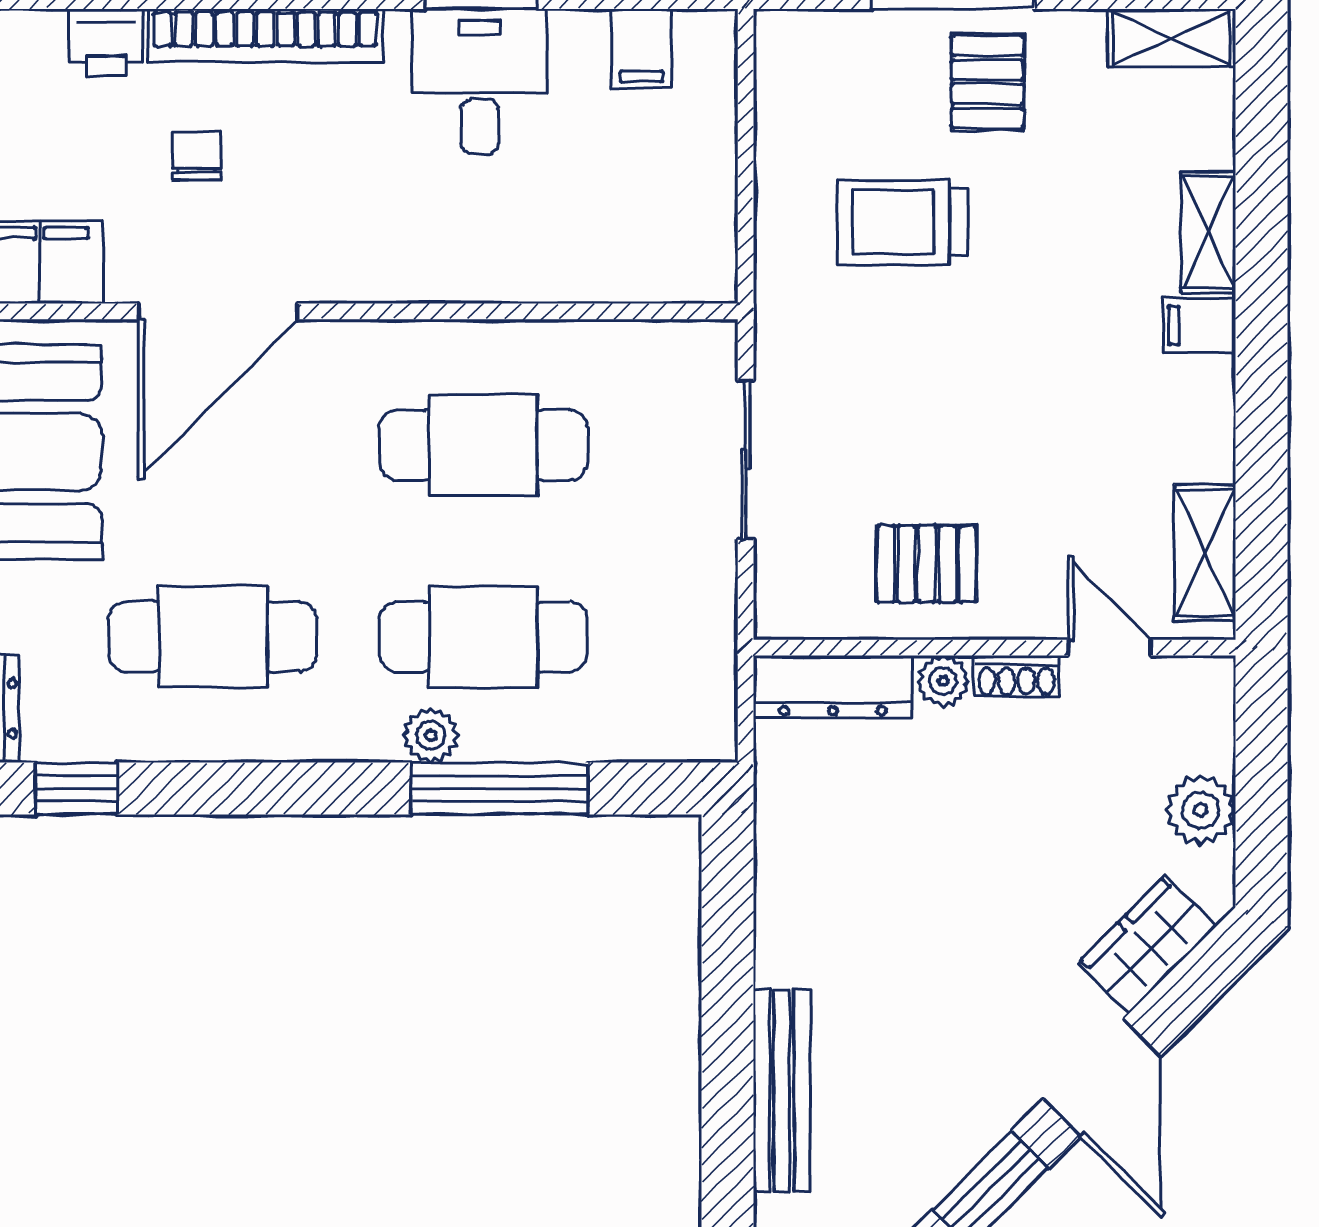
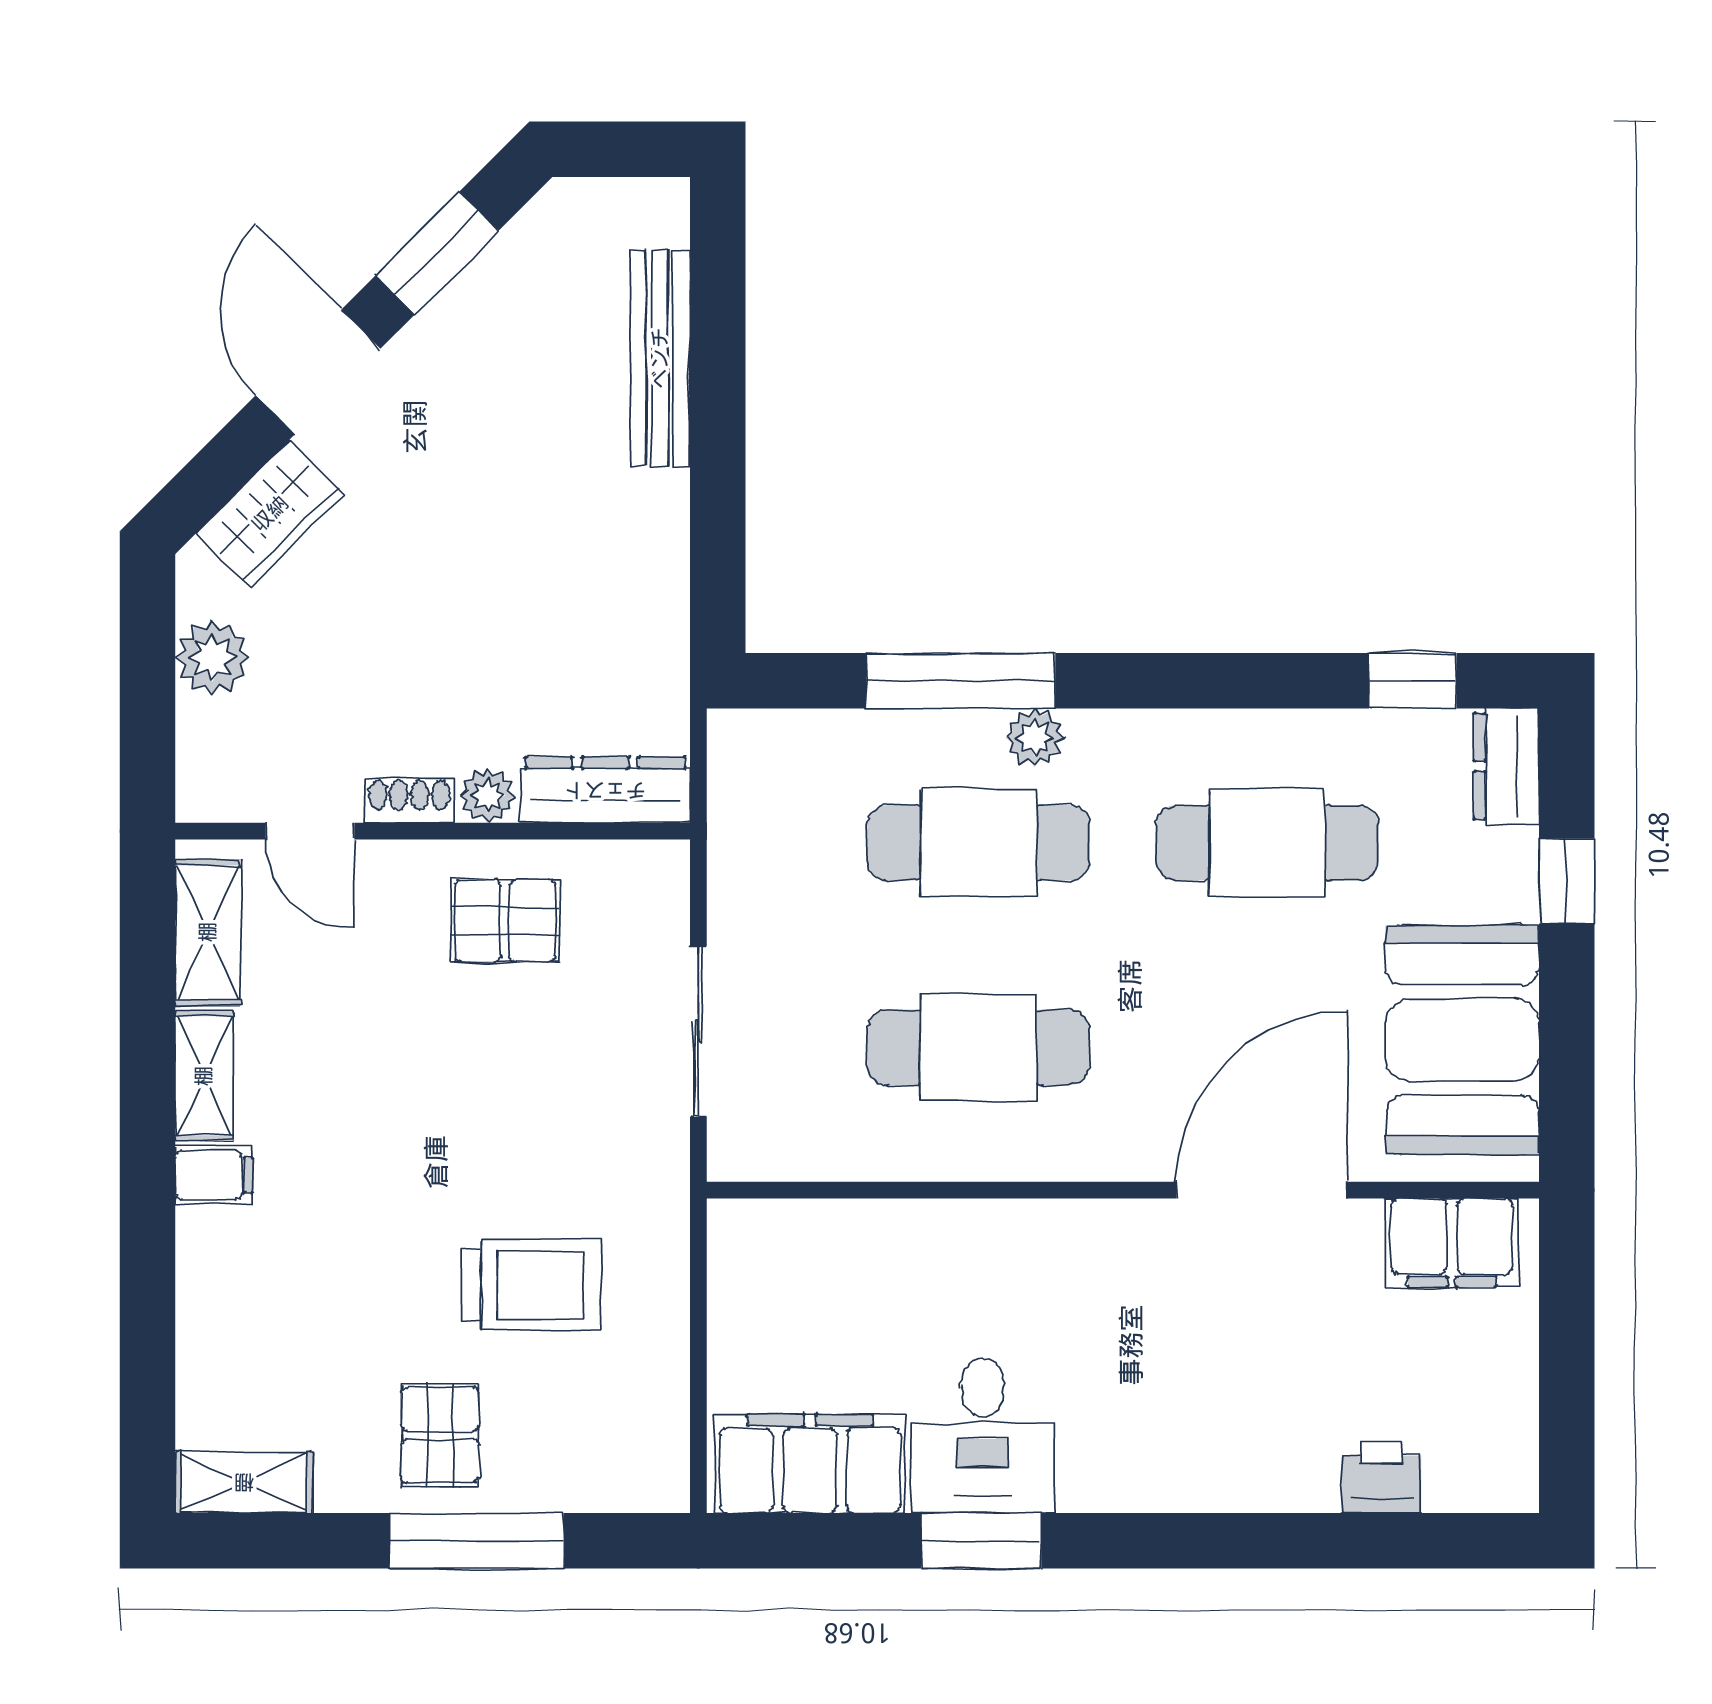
bookcase: (265, 36) -> (1211, 1485), removed
filing cabinet: (641, 49) -> (810, 1464), width x3.00, depth x1.17
chair: (197, 156) -> (1285, 1356), removed
shelving: (1208, 232) -> (204, 1076), moved

